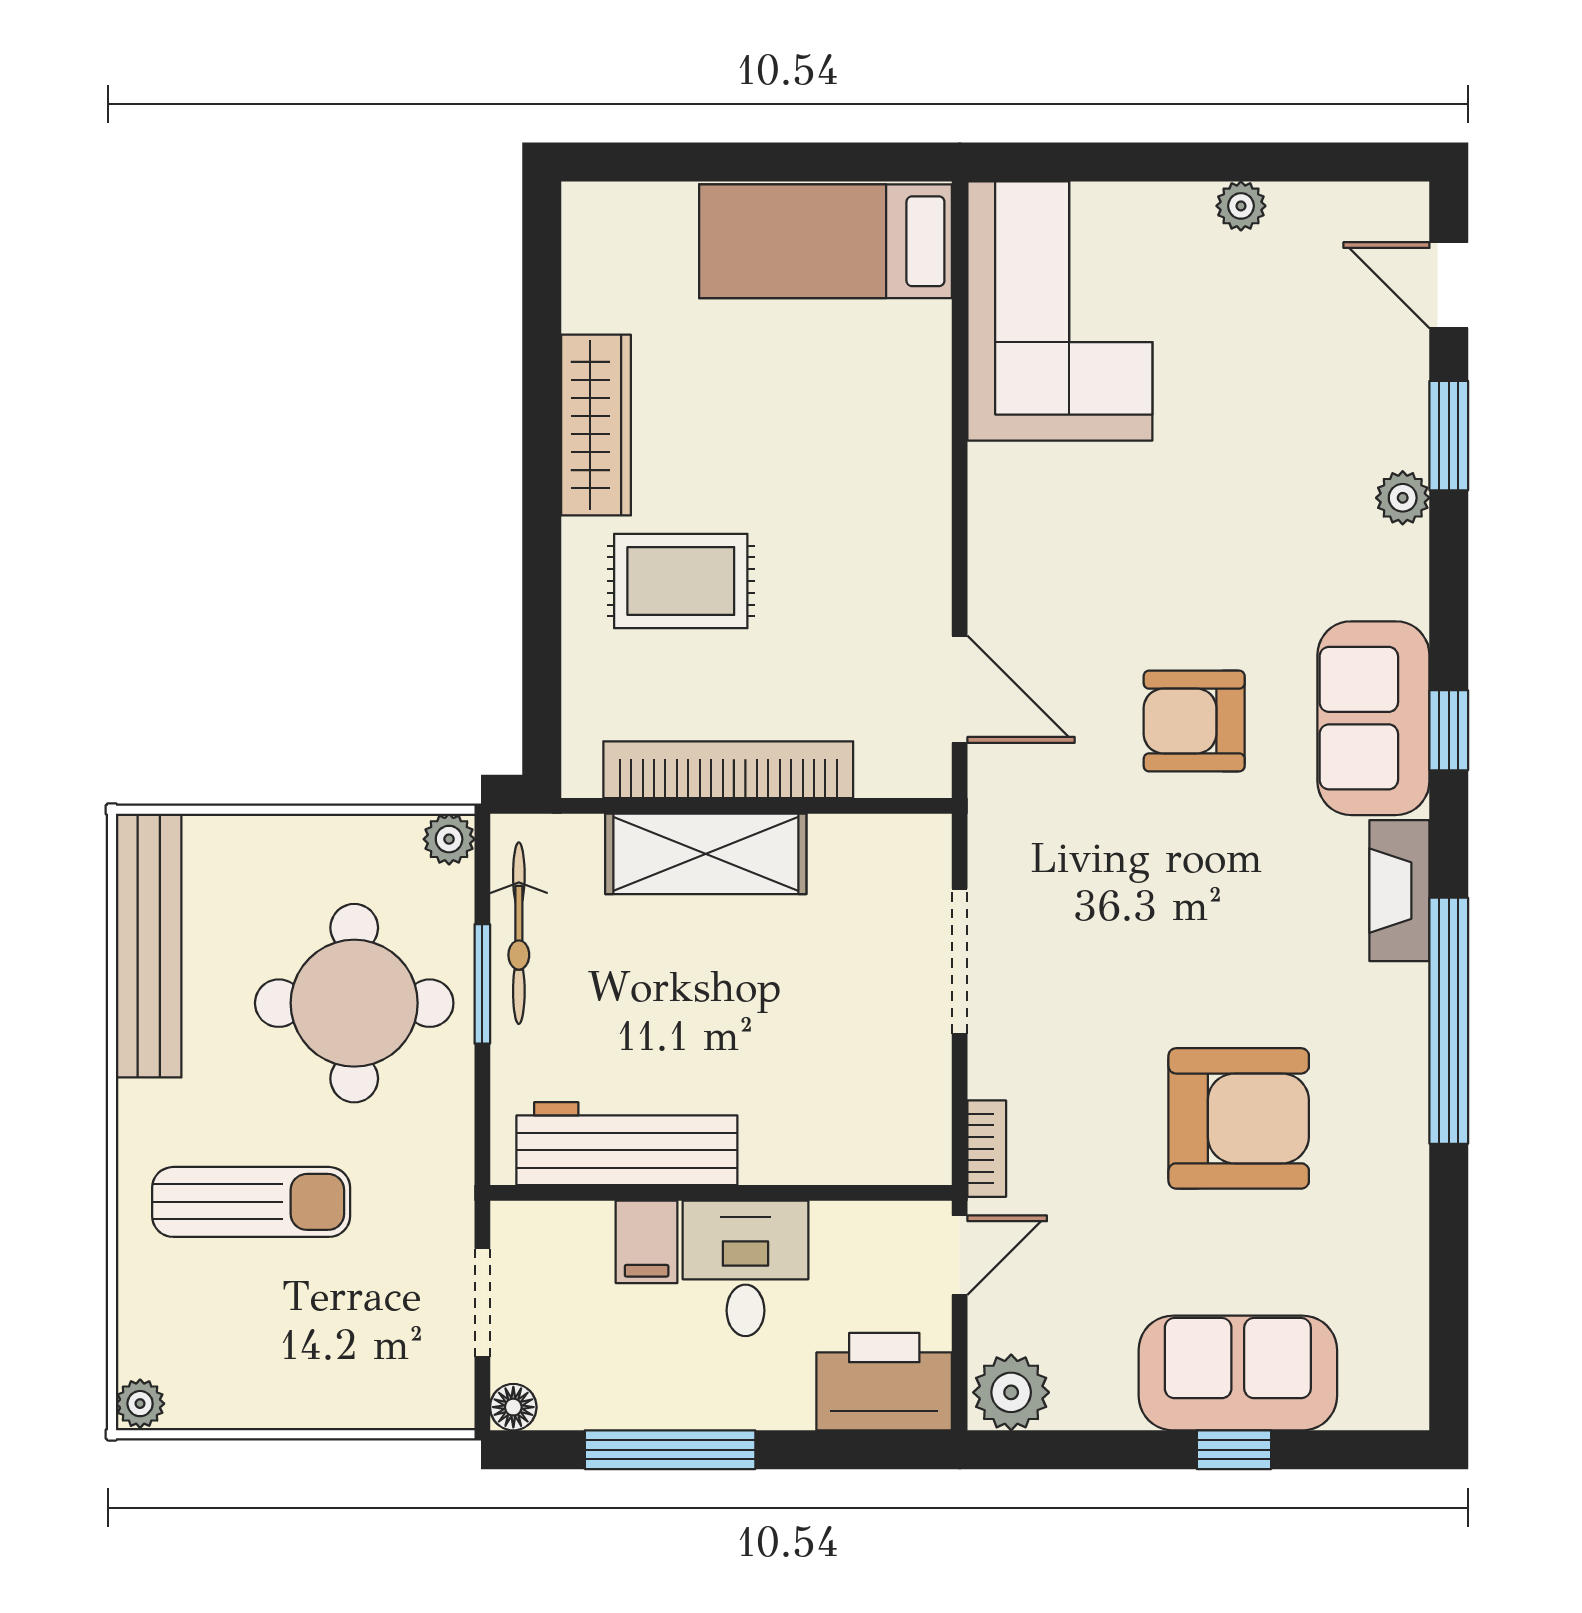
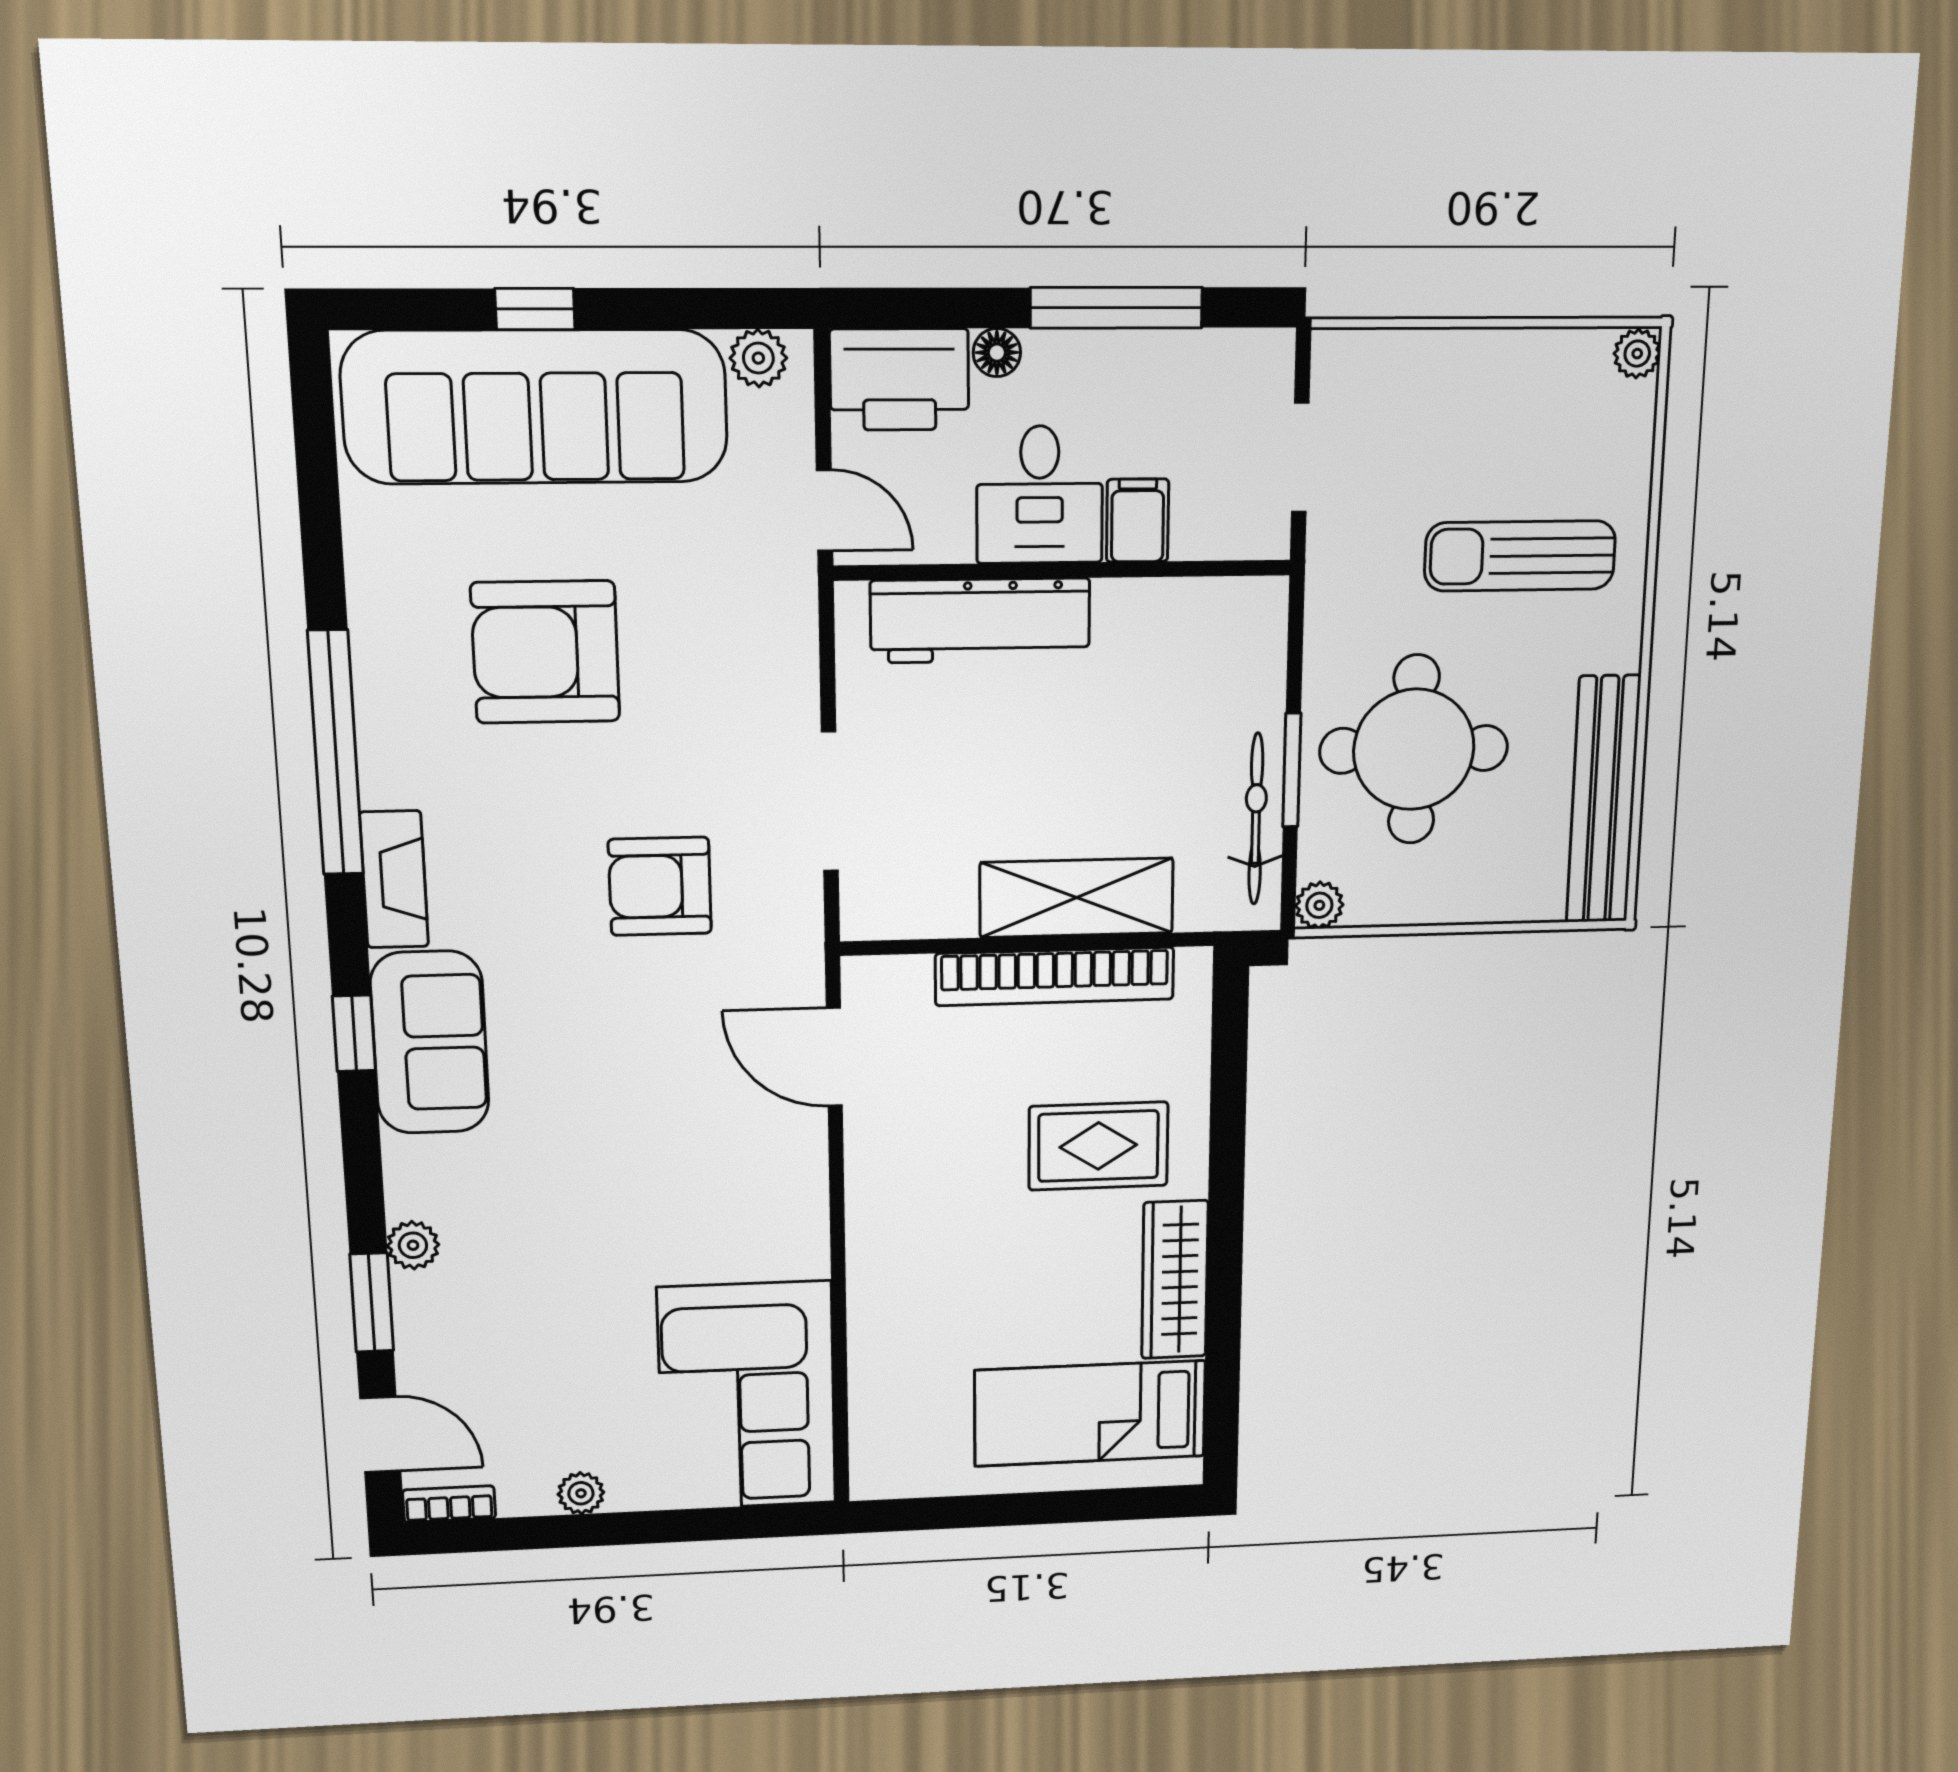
bed: (826, 241) -> (1090, 1413), moved, turned 180
armchair: (1194, 721) -> (660, 886), moved, turned 180
workbench: (627, 1144) -> (980, 620), moved
bookcase: (987, 1149) -> (449, 1504), moved, turned 90
door: (960, 1255) -> (825, 510), swing flipped
sofa: (1238, 1373) -> (535, 407), width x1.85, depth x1.27
plant: (1011, 1392) -> (758, 358), width x0.73, depth x0.73
floor lamp: (513, 1407) -> (997, 353), moved

